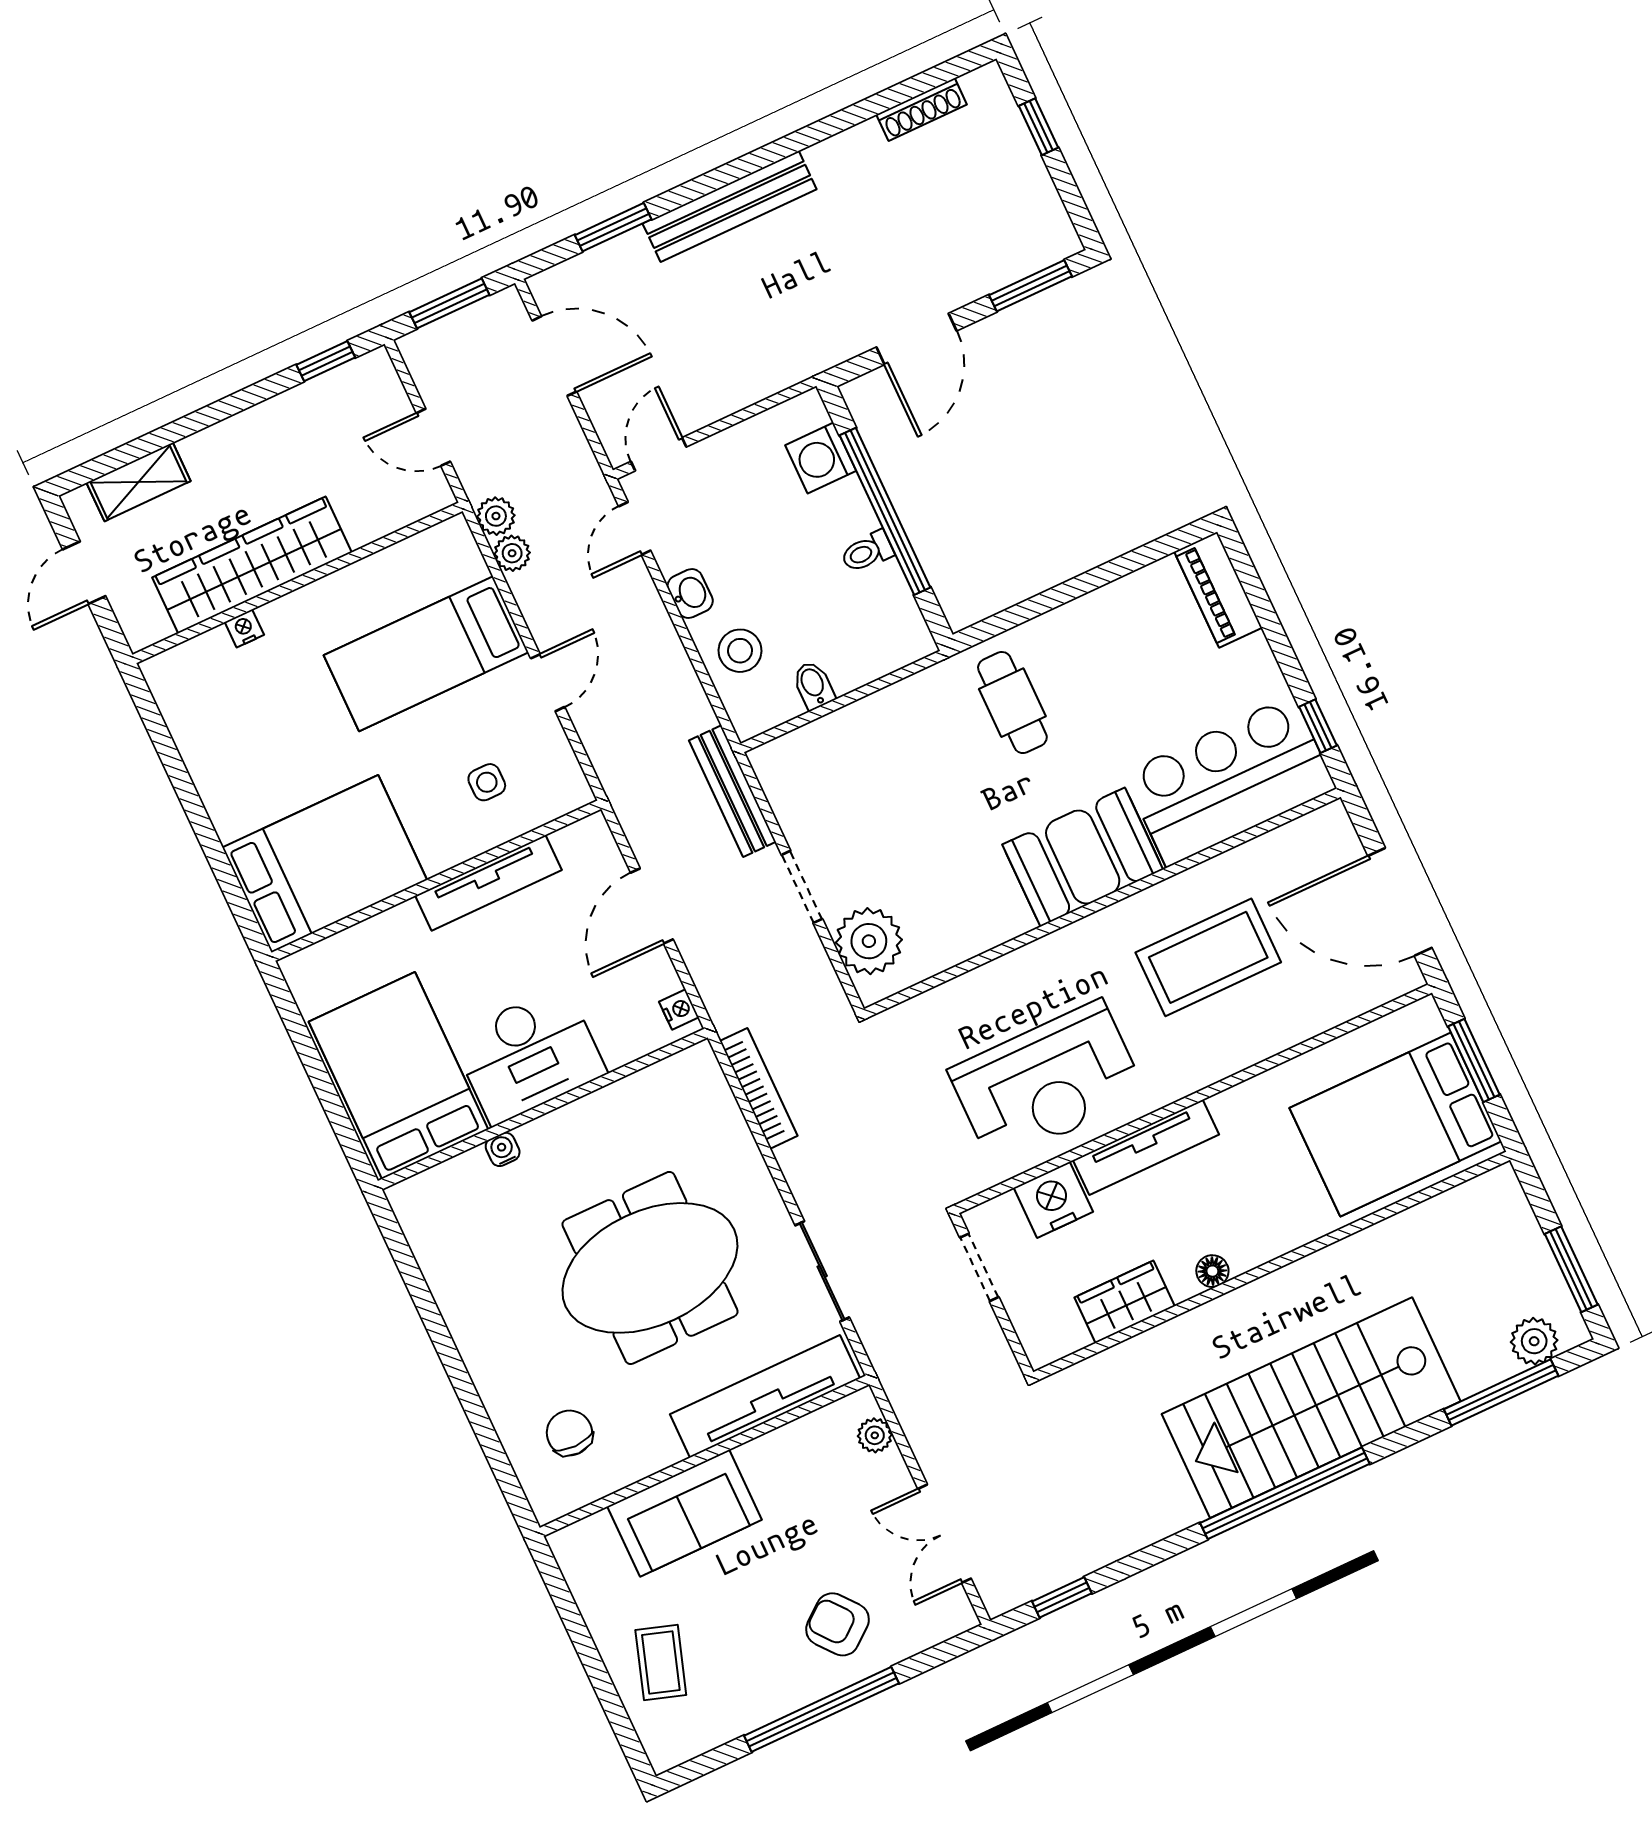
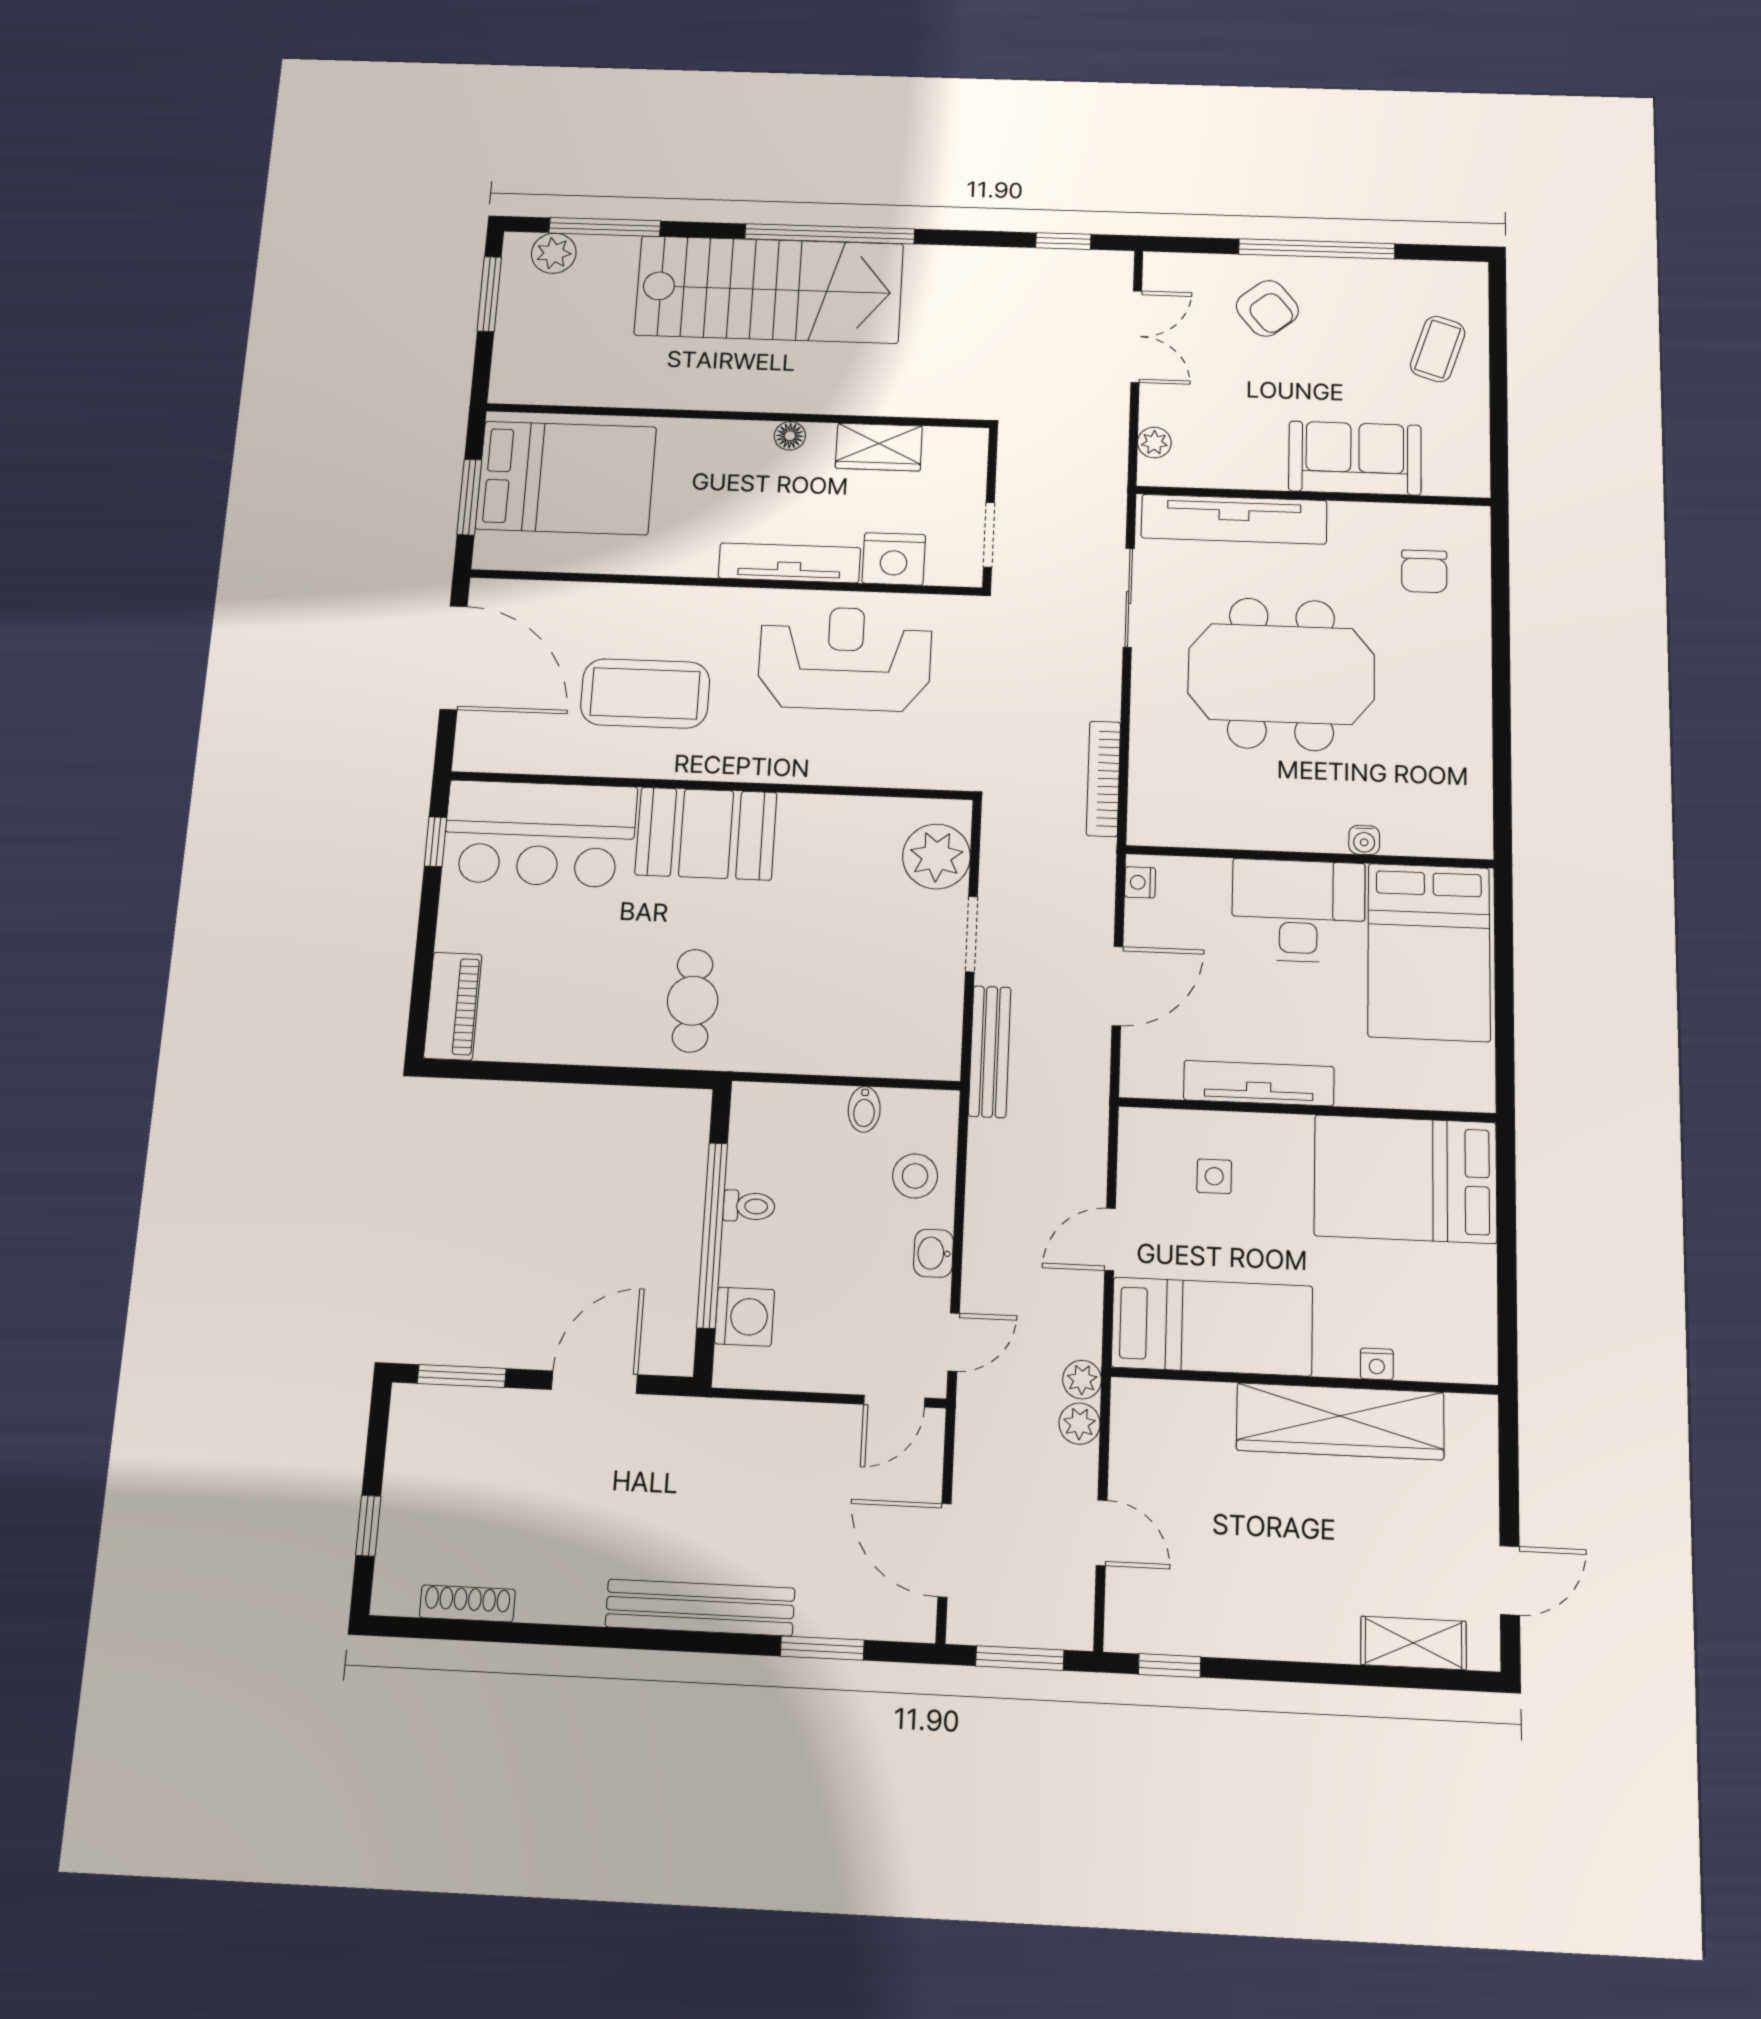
wardrobe: (252, 565) -> (1340, 1421), moved
wall: (298, 583) -> (1304, 1381), moved
nightstand: (244, 628) -> (1377, 1364), moved

